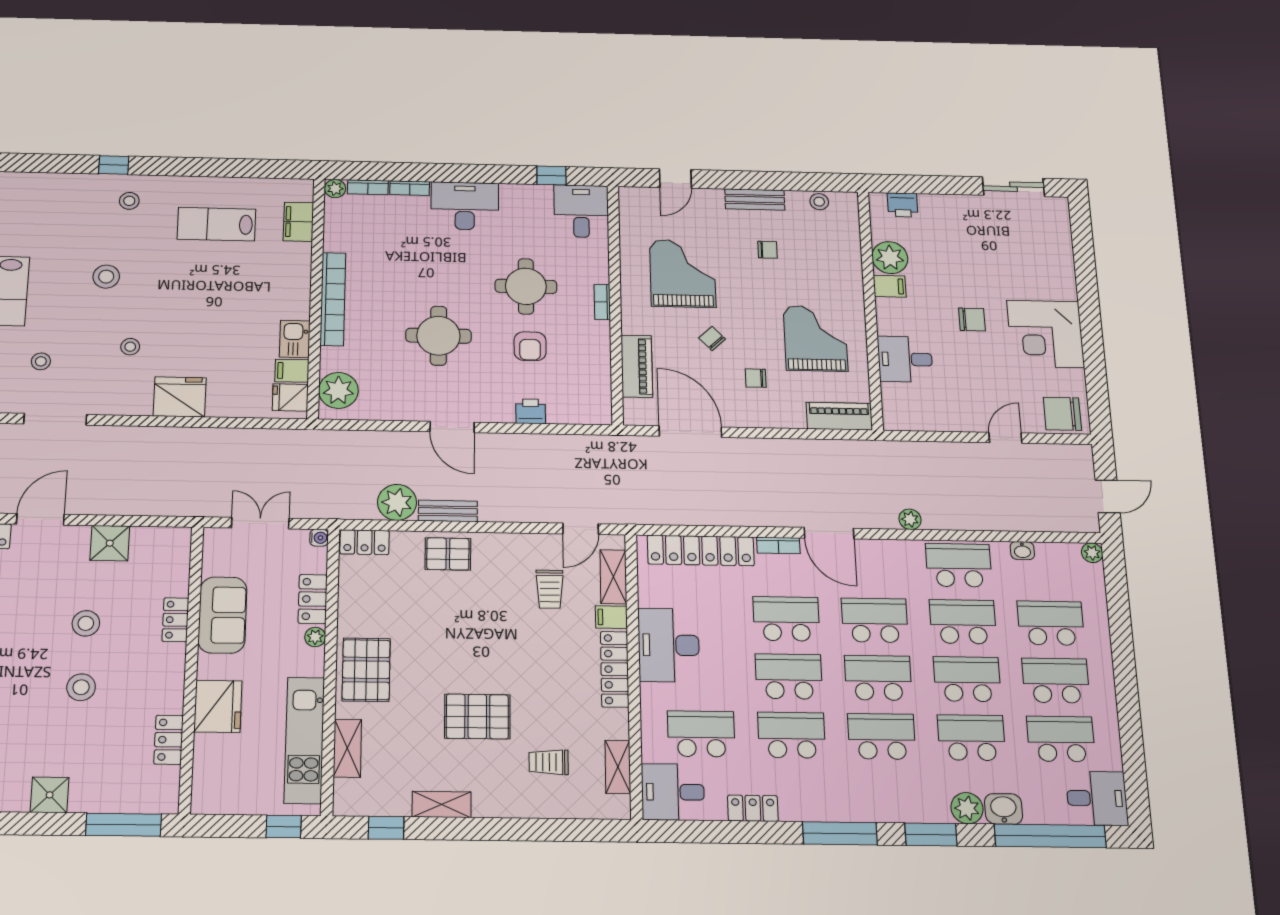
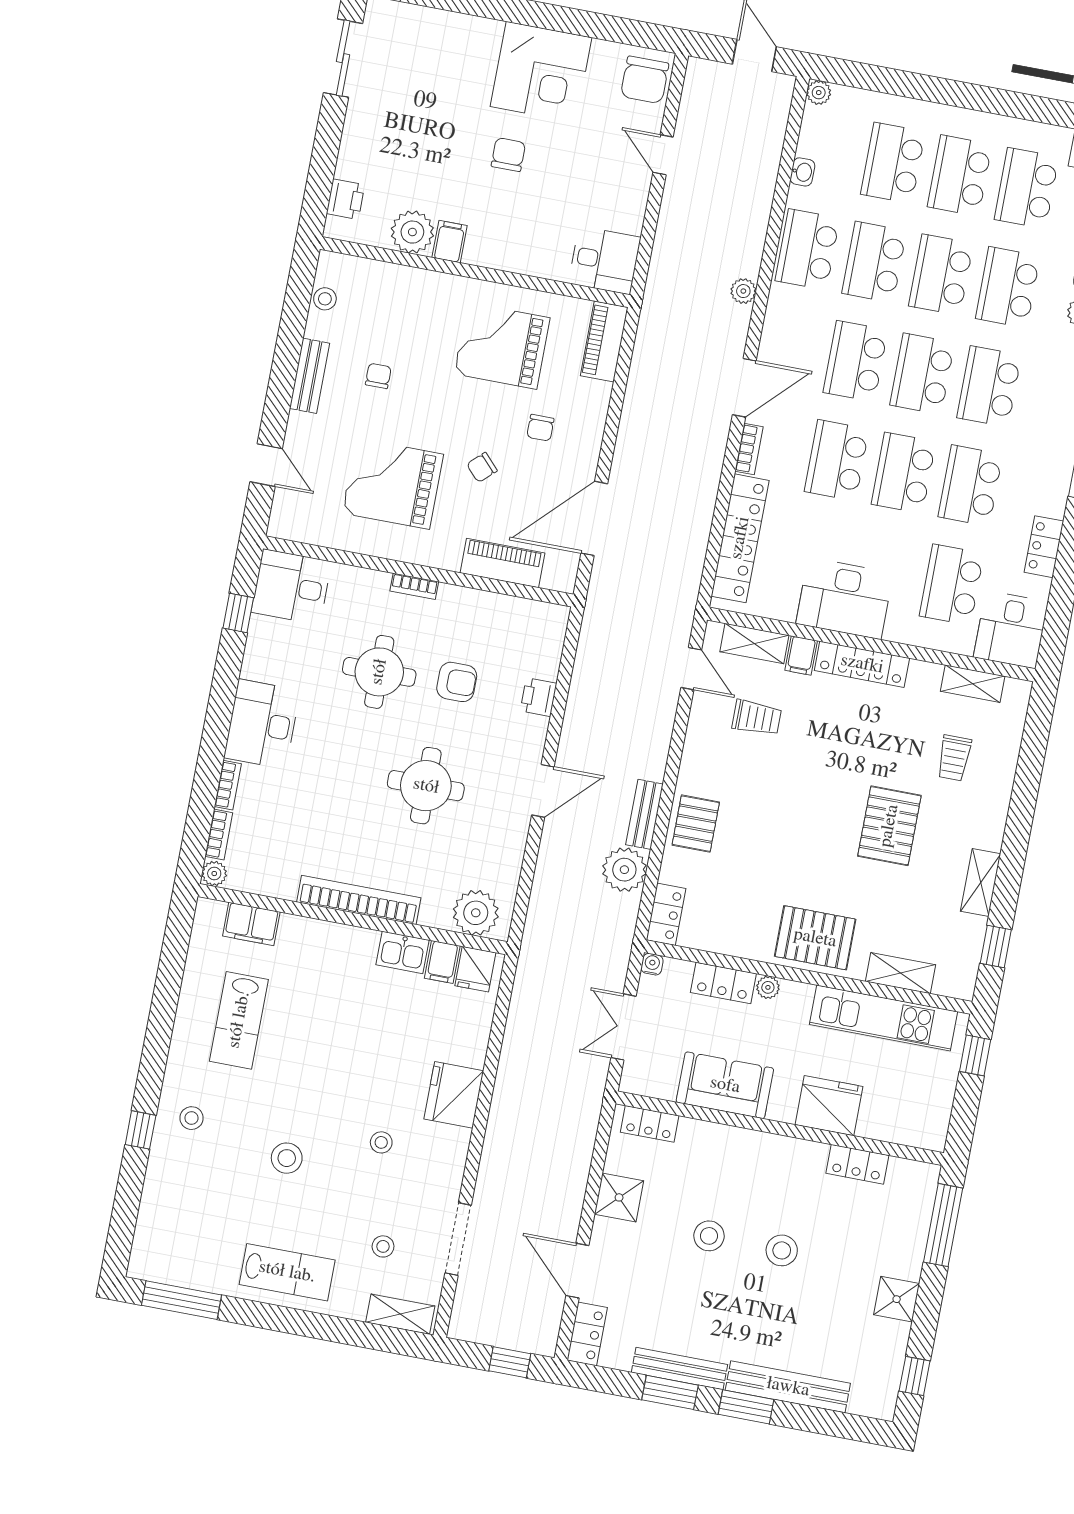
desk: (905, 359) -> (605, 260), moved, turned -90
locker: (175, 620) -> (650, 1124), moved

